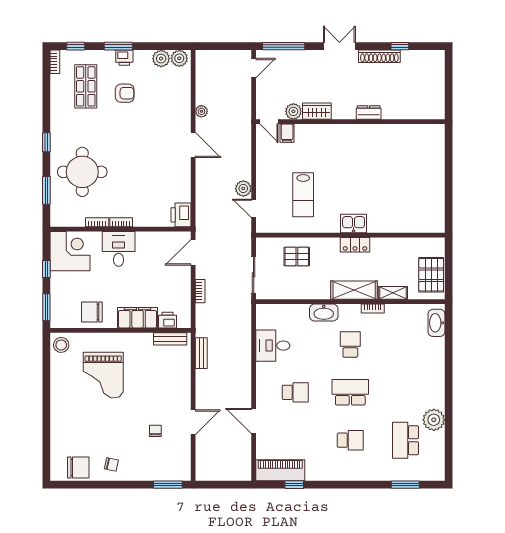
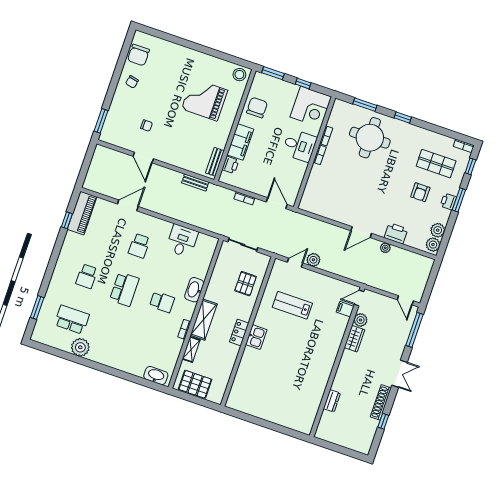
dresser: (369, 113) -> (332, 401), moved
printer: (181, 215) -> (396, 233), moved

